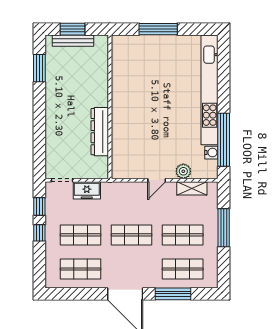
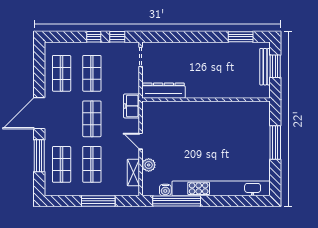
dresser: (100, 132) -> (163, 91), moved
freezer: (87, 190) -> (132, 106), moved

